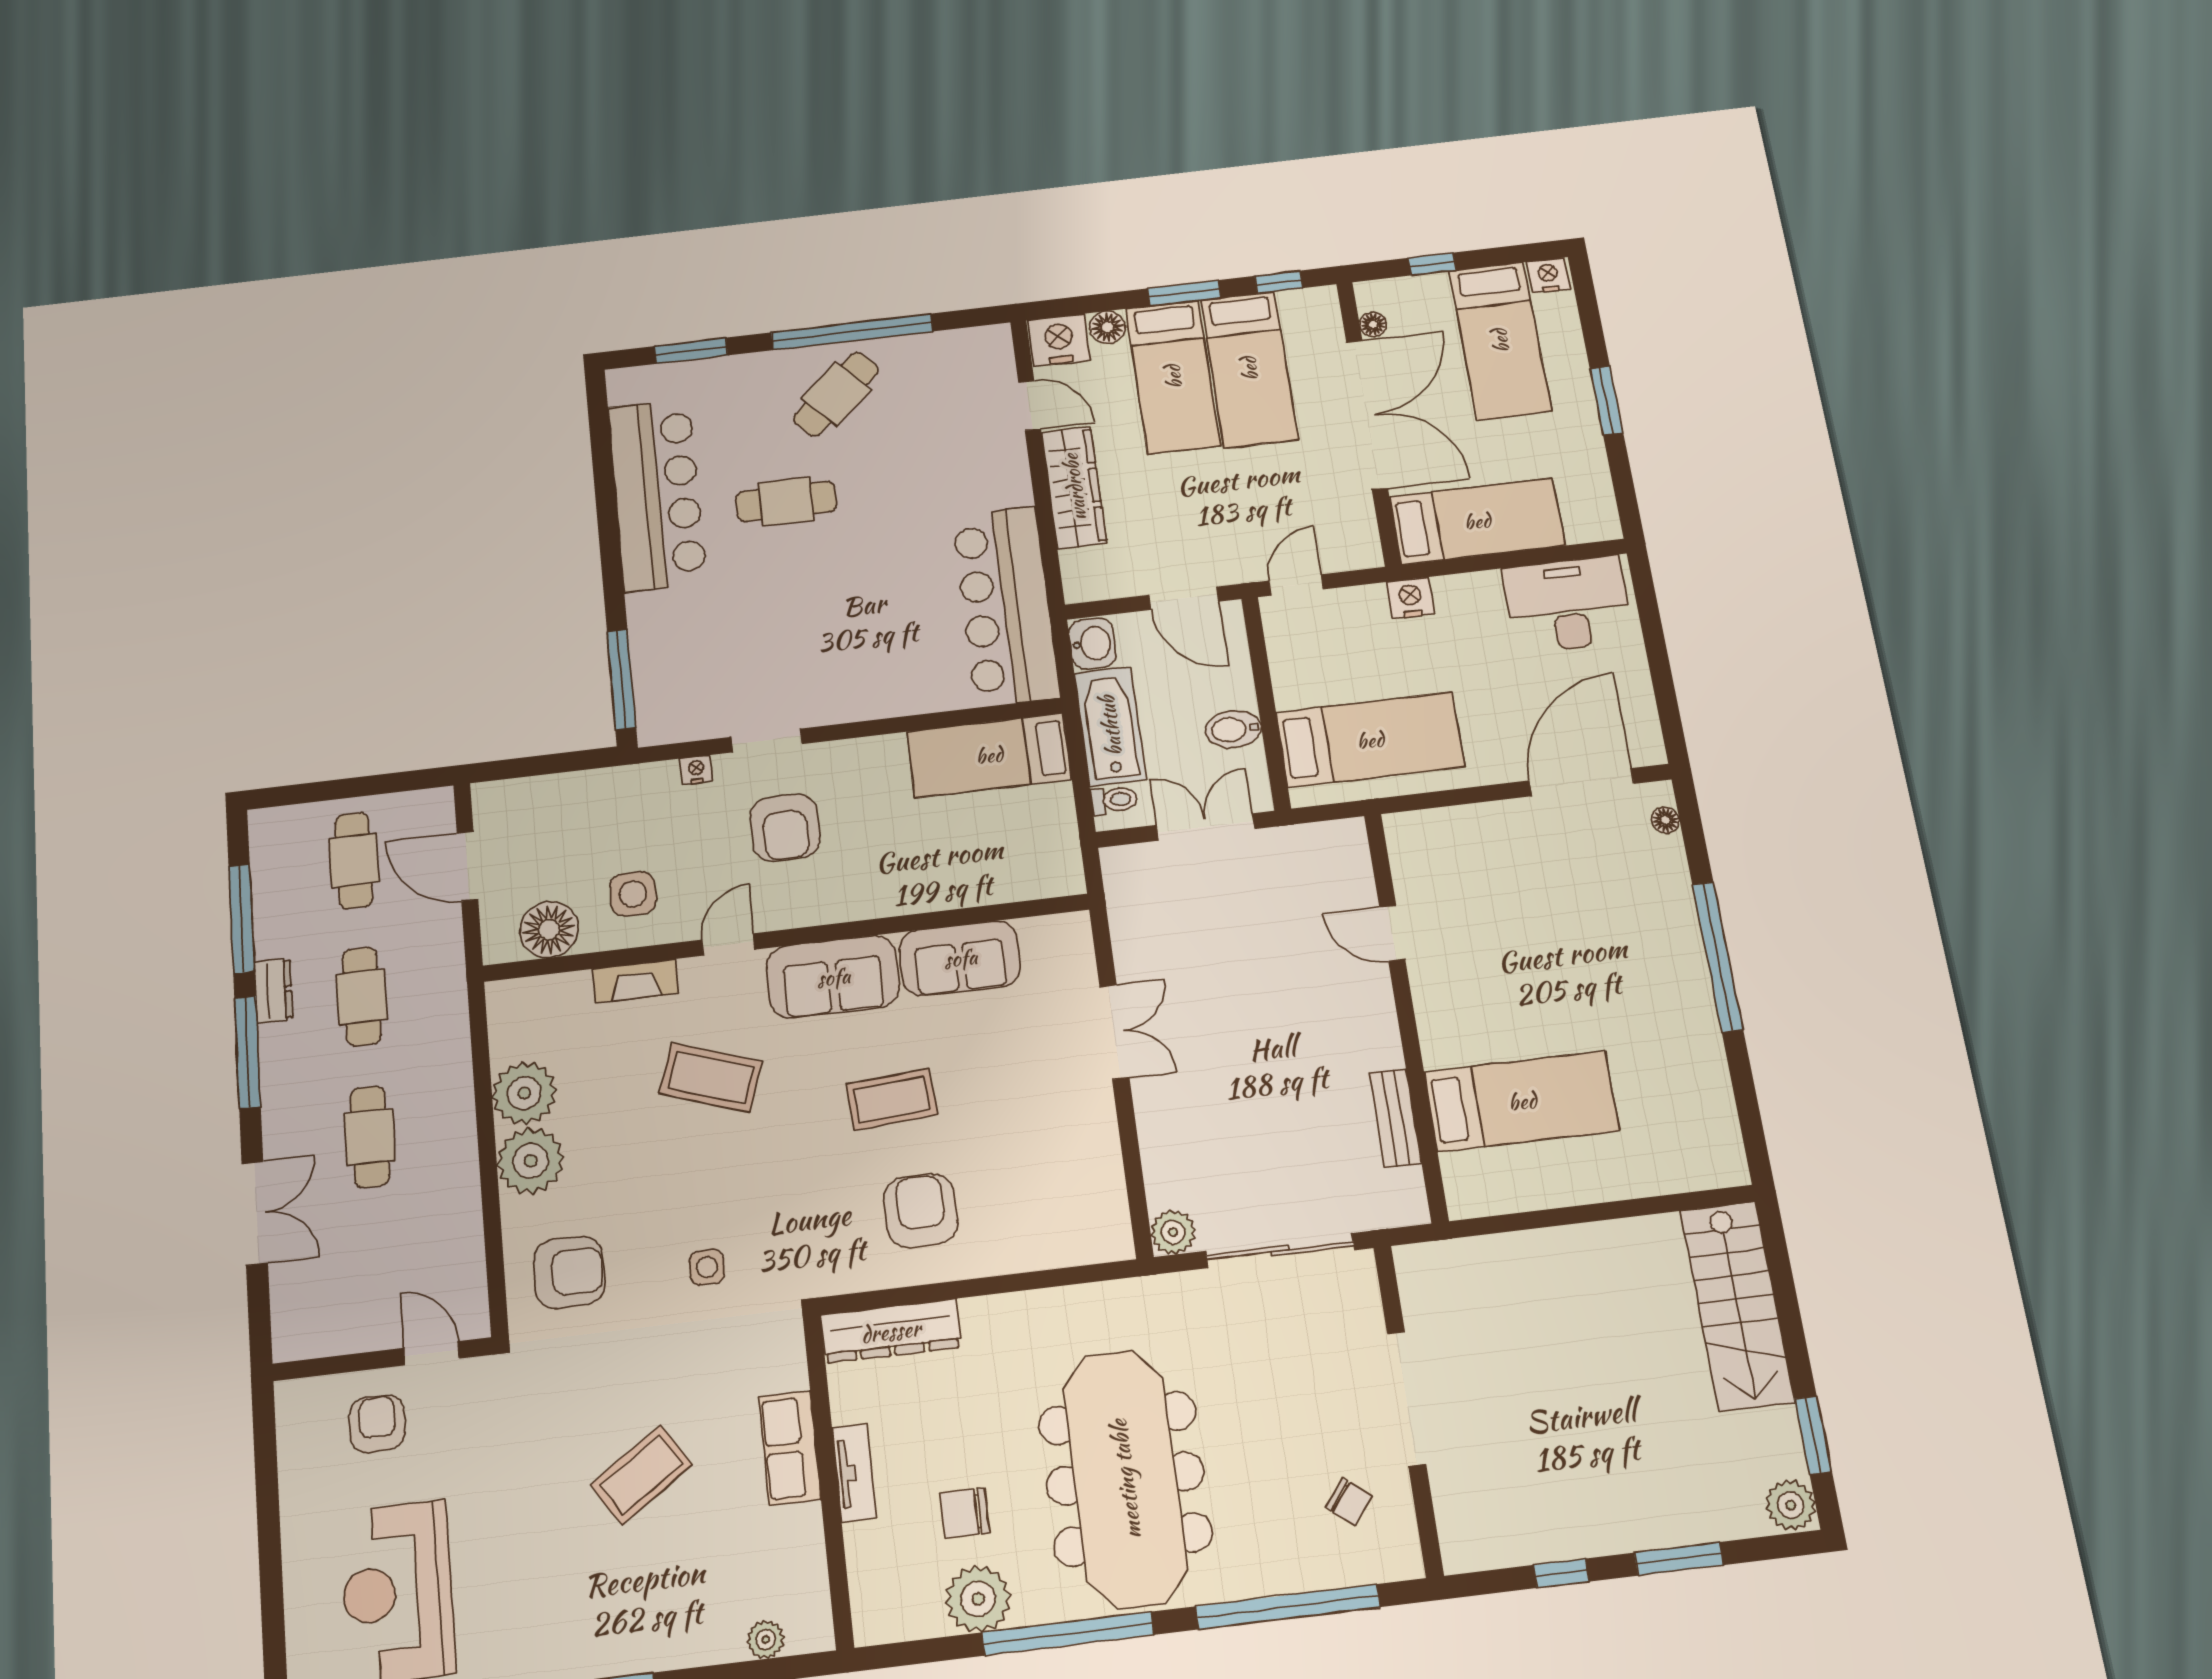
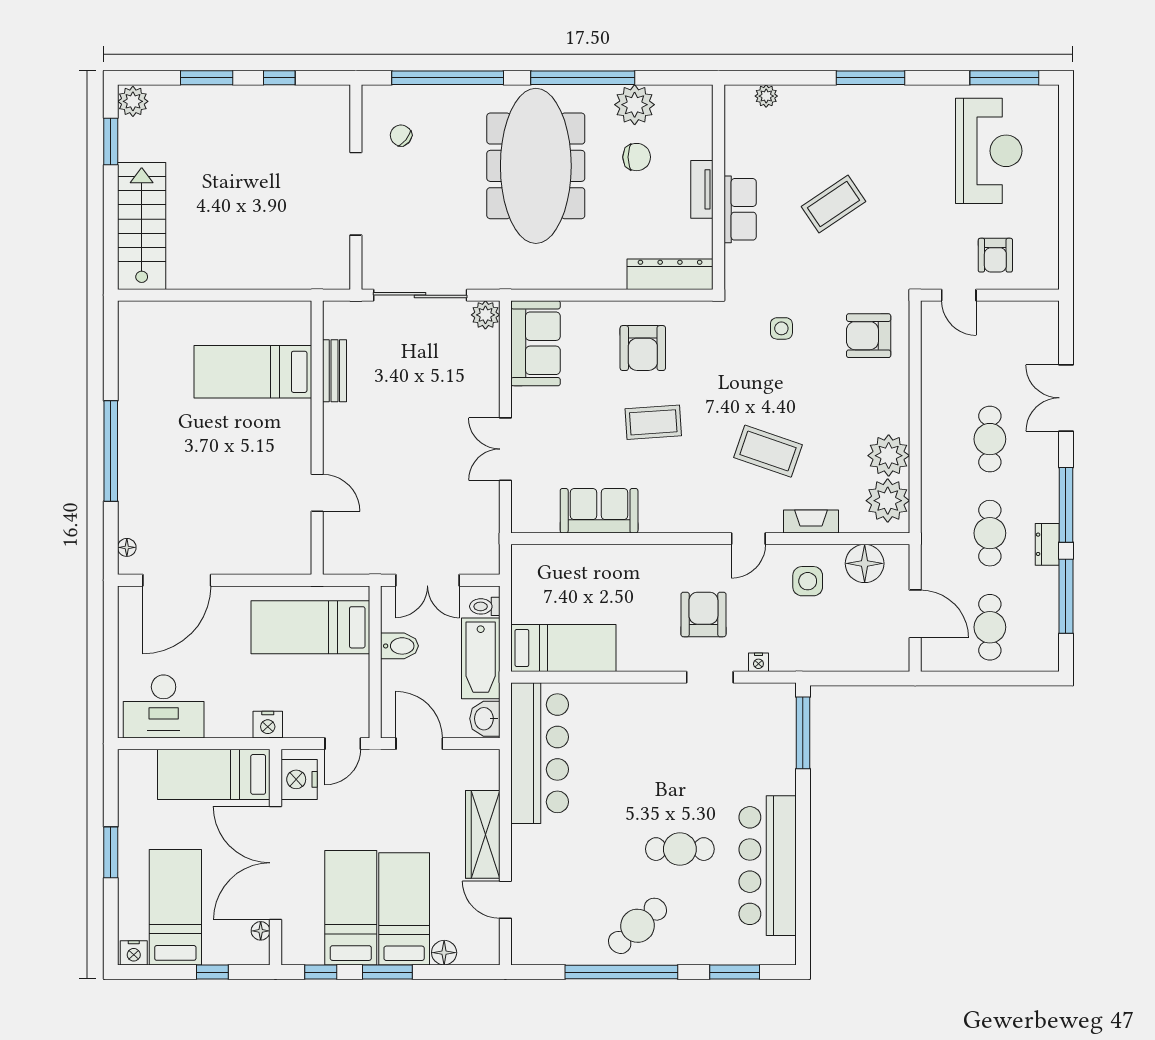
nightstand: (1059, 340) -> (299, 779), moved, turned 90
sofa: (833, 977) -> (536, 343), moved, turned 90
plant: (531, 1161) -> (888, 501), moved

